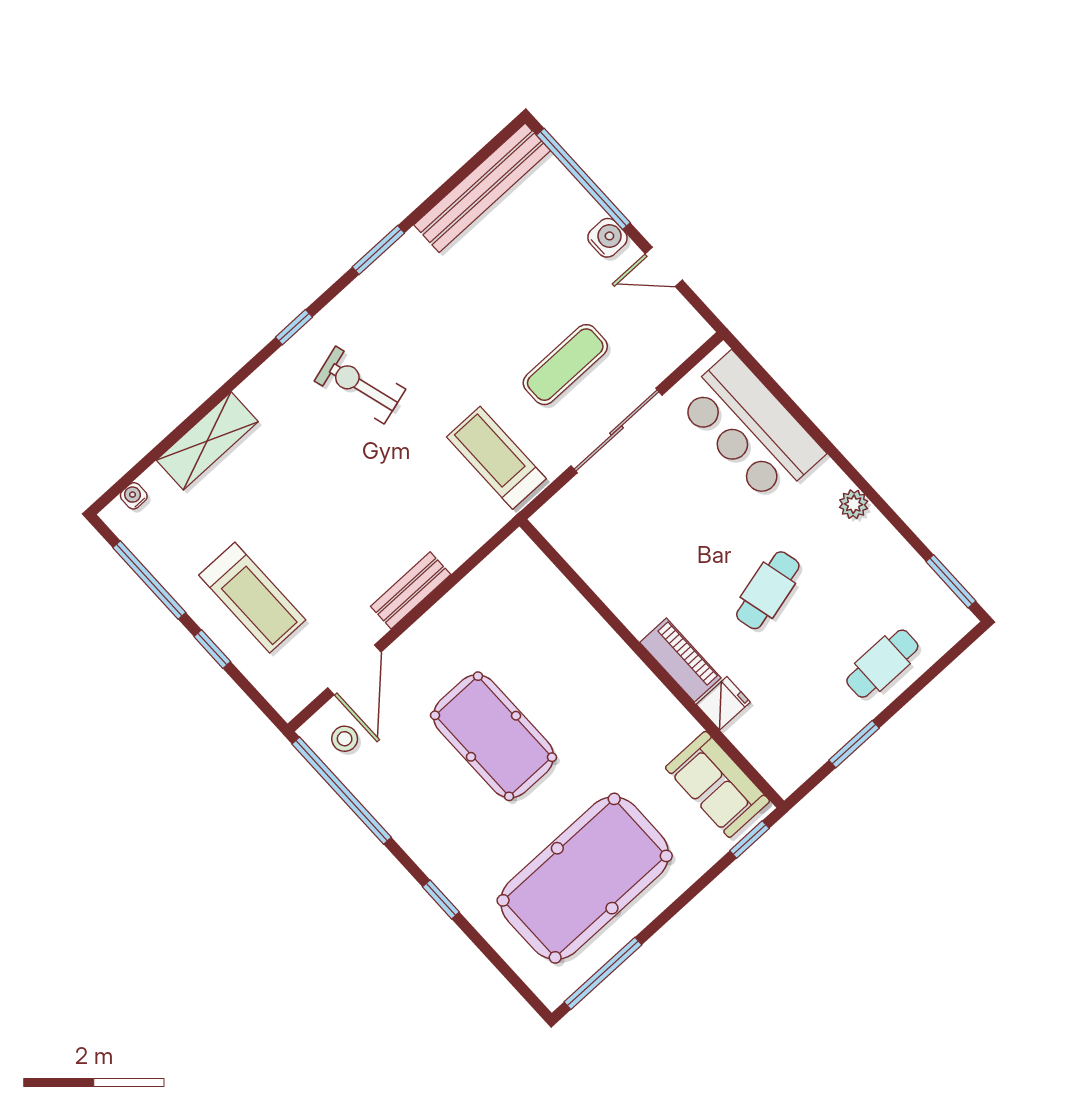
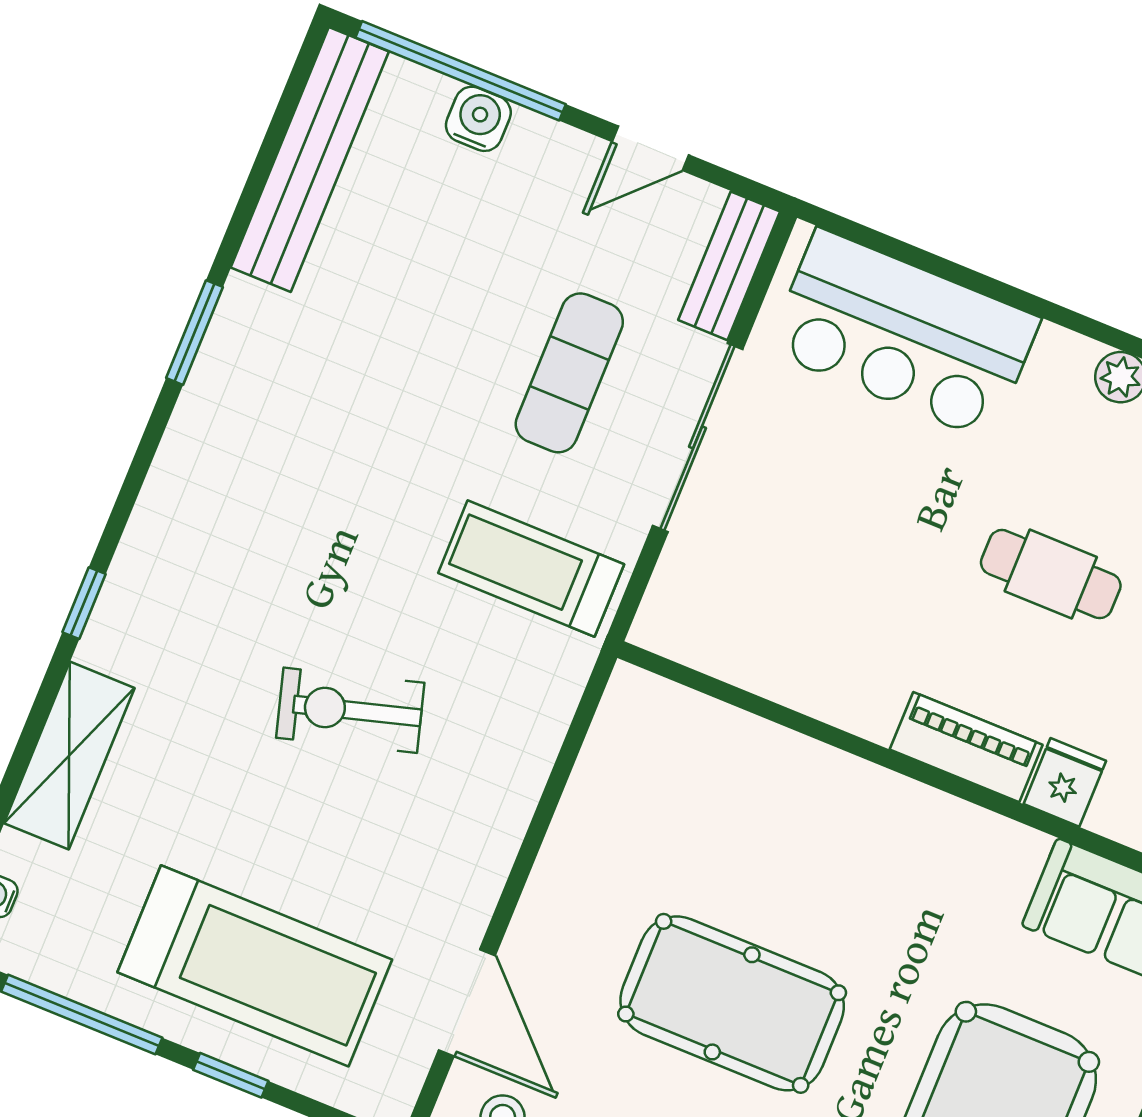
water cooler: (607, 238) -> (478, 119), moved
window: (294, 327) -> (84, 603), moved
exercise bike: (360, 385) -> (350, 710), moved
bench: (411, 590) -> (729, 266), moved
cafe table: (768, 590) -> (1051, 574), turned -76
treadmill: (252, 598) -> (255, 966), width x1.37, depth x1.38

